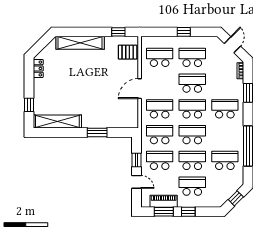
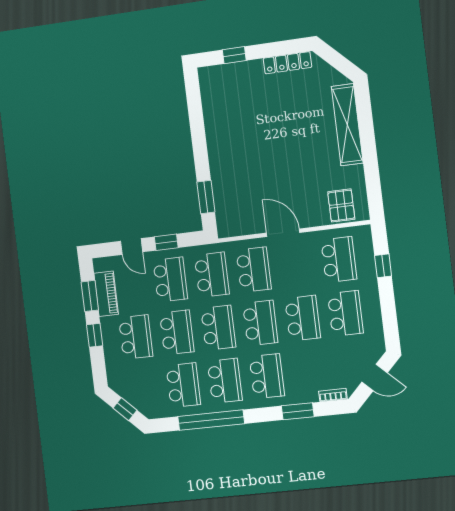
window: (118, 32) -> (373, 186), removed
window: (184, 32) -> (383, 266), moved
locker: (38, 68) -> (287, 63), width x1.53
shelving: (57, 122) -> (213, 105), removed
window: (97, 132) -> (206, 197), moved
school desk: (225, 135) -> (225, 381), added
door: (137, 182) -> (132, 246), hinge flipped

